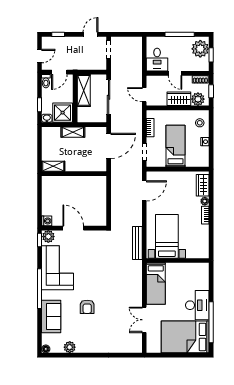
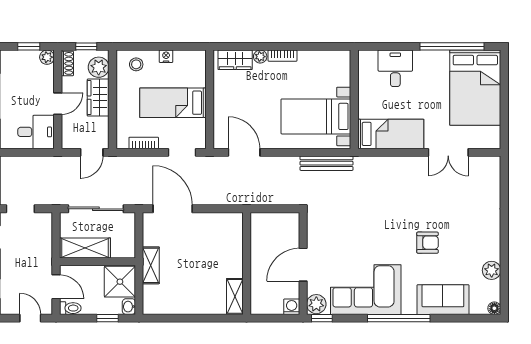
plant: (200, 49) -> (47, 57), moved, width x0.53, depth x0.53
shelving: (53, 166) -> (235, 296), moved
wall: (74, 174) -> (247, 263), moved
desk: (197, 305) -> (395, 68), moved, width x0.73

